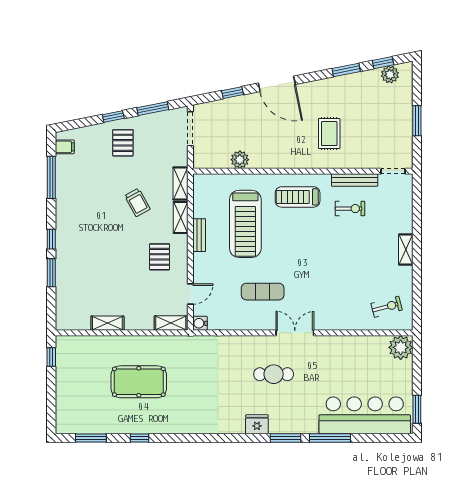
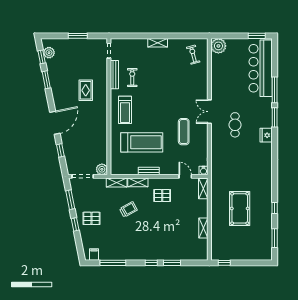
rug: (329, 134) -> (86, 90), turned 90
plant: (240, 160) -> (102, 169), moved

